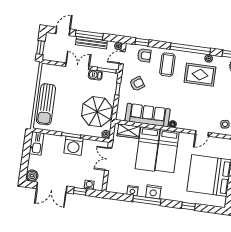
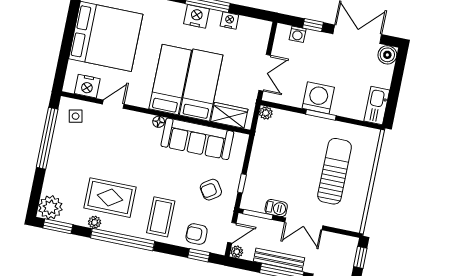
sun lounger: (46, 104) -> (335, 171), moved
parasol: (97, 112) -> (278, 150), removed
nightstand: (219, 144) -> (87, 86), added

